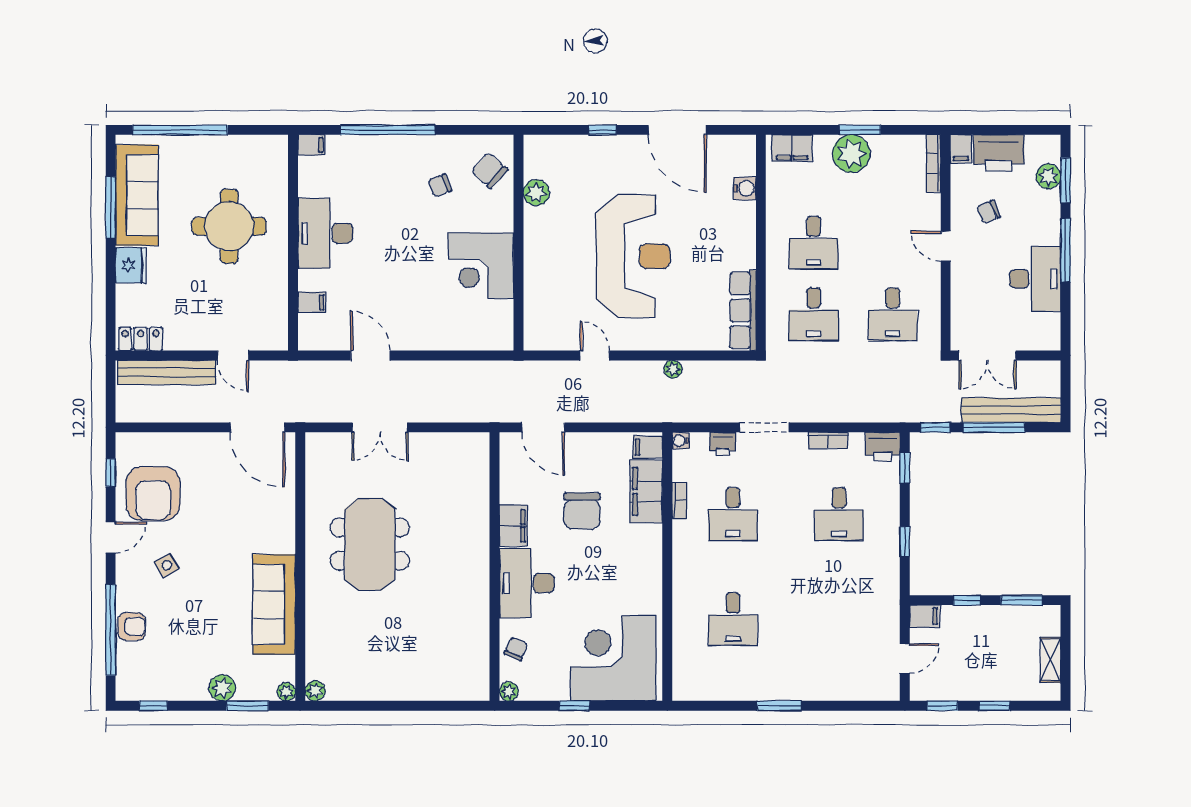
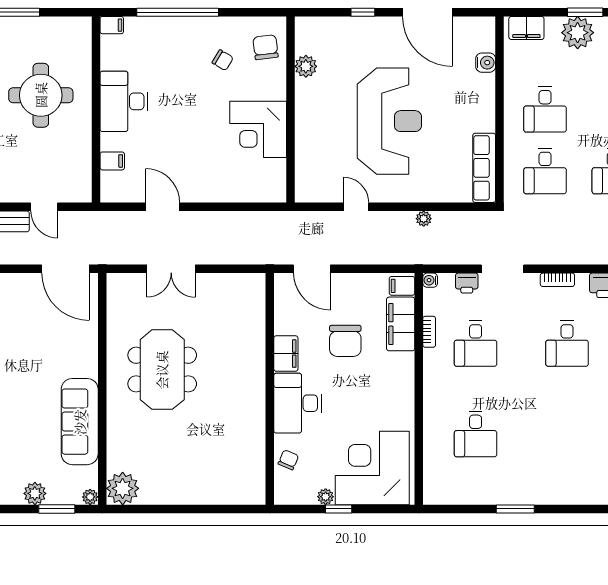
chair: (490, 170) -> (266, 47), turned 41
chair: (440, 186) -> (223, 60), turned -128
plant: (315, 691) -> (123, 488), width x1.87, depth x1.87
plant: (509, 691) -> (326, 497), moved

